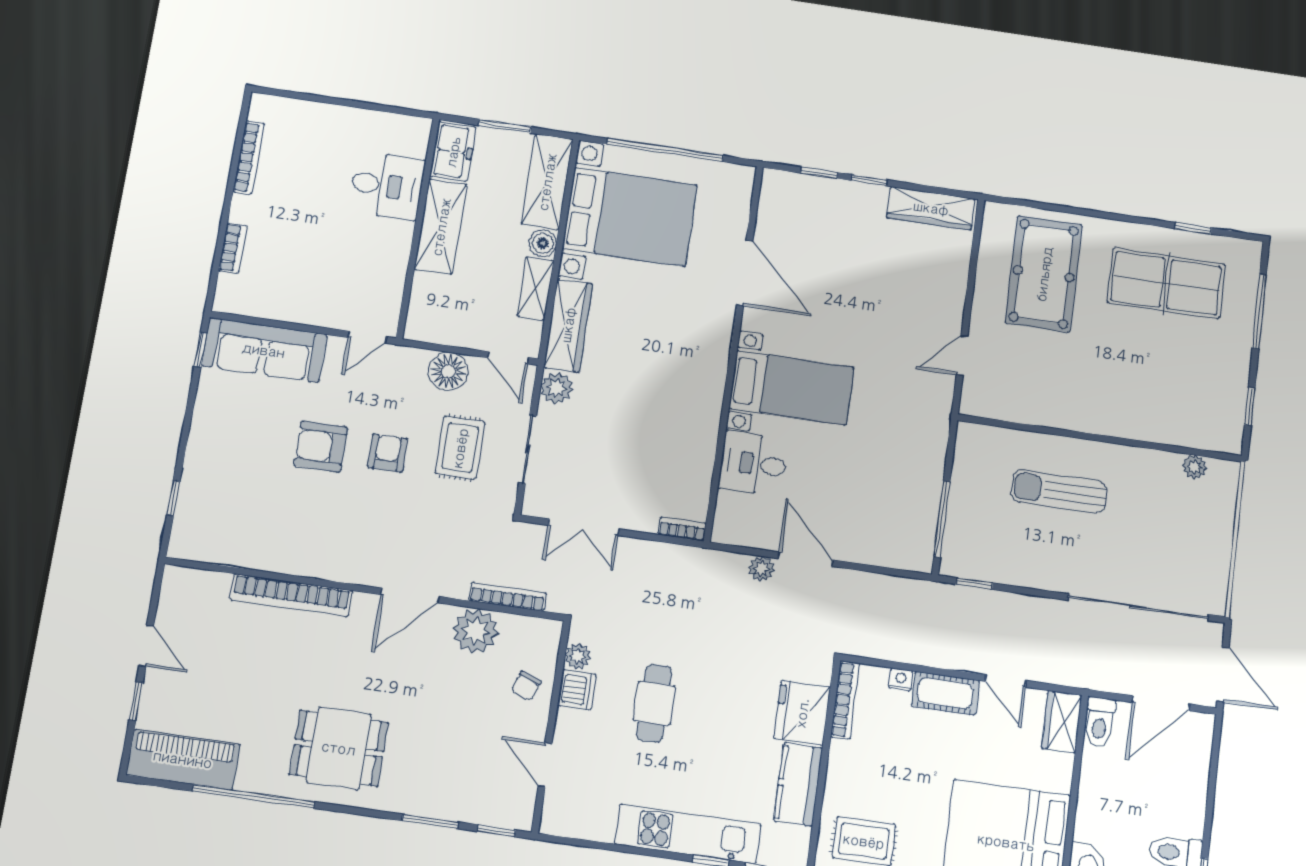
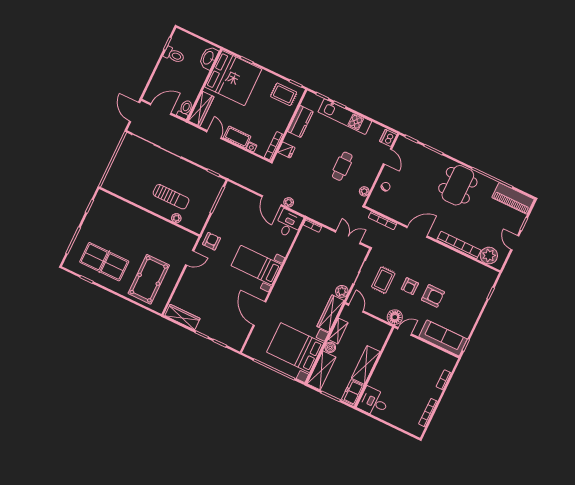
desk: (387, 186) -> (373, 402), moved
floor lamp: (448, 371) -> (395, 317), moved
armchair: (922, 413) -> (212, 241), added
desk: (753, 464) -> (289, 224), moved, turned -90
plant: (1195, 467) -> (176, 218), moved
plant: (475, 631) -> (489, 256), moved
dishwasher: (577, 690) -> (388, 138), moved
fridge: (802, 713) -> (286, 150), width x0.53, depth x0.75
wardrobe: (1062, 722) -> (201, 109), width x1.50
dining table: (339, 748) -> (458, 185), width x1.38

